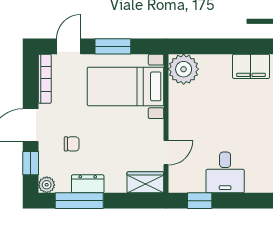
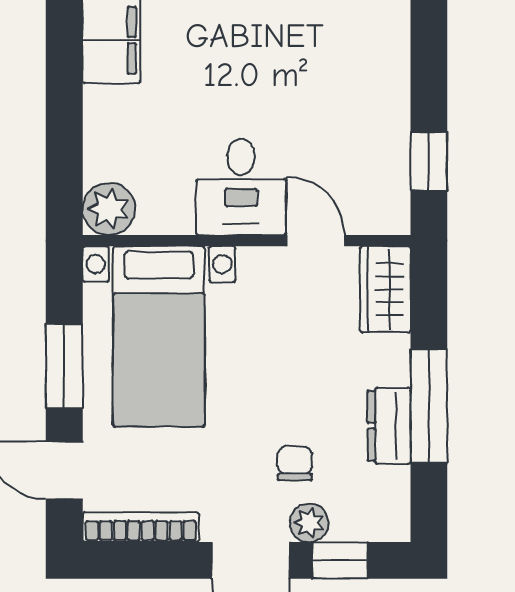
plant: (184, 69) -> (109, 209), width x0.73, depth x0.73
desk: (225, 172) -> (241, 187), moved, turned 90
plant: (47, 185) -> (309, 523), moved
window: (79, 201) -> (429, 406), moved

